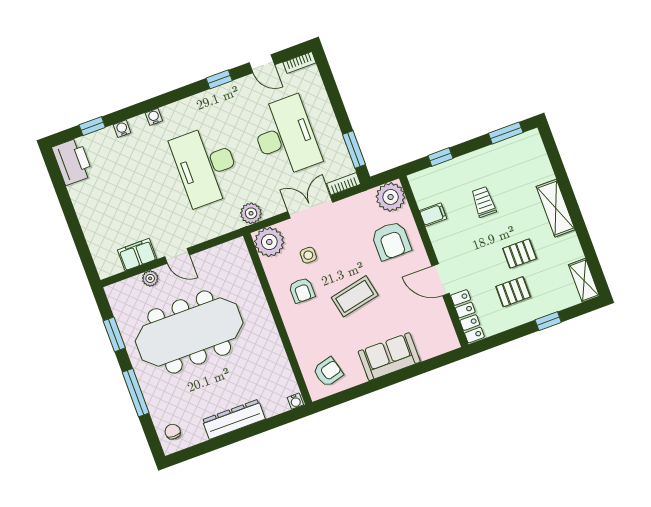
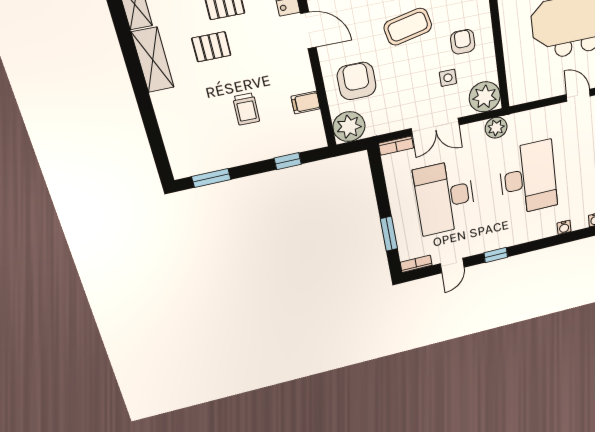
door: (262, 64) -> (452, 266), swing flipped
window: (354, 149) -> (389, 234), moved
shelving: (556, 208) -> (153, 60), moved

